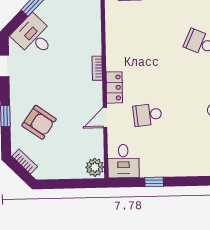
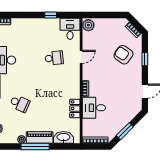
desk: (34, 36) -> (94, 108), moved, turned 135
locker: (114, 87) -> (75, 108), moved

